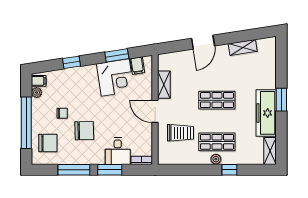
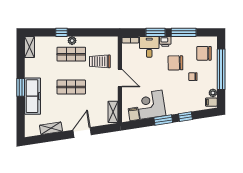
window: (117, 55) -> (163, 120), moved
shelving: (164, 85) -> (113, 112), moved
freezer: (266, 113) -> (33, 96), moved
printer: (97, 158) -> (165, 41), added

